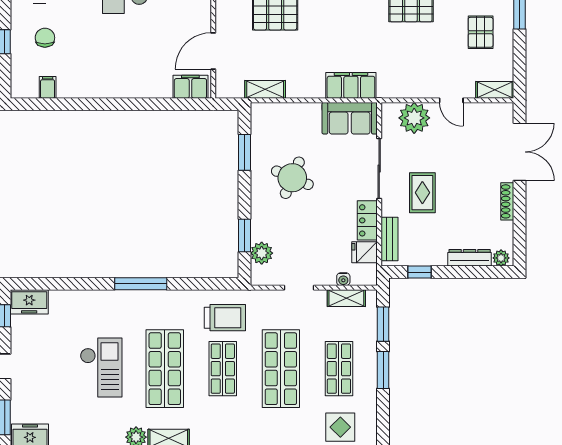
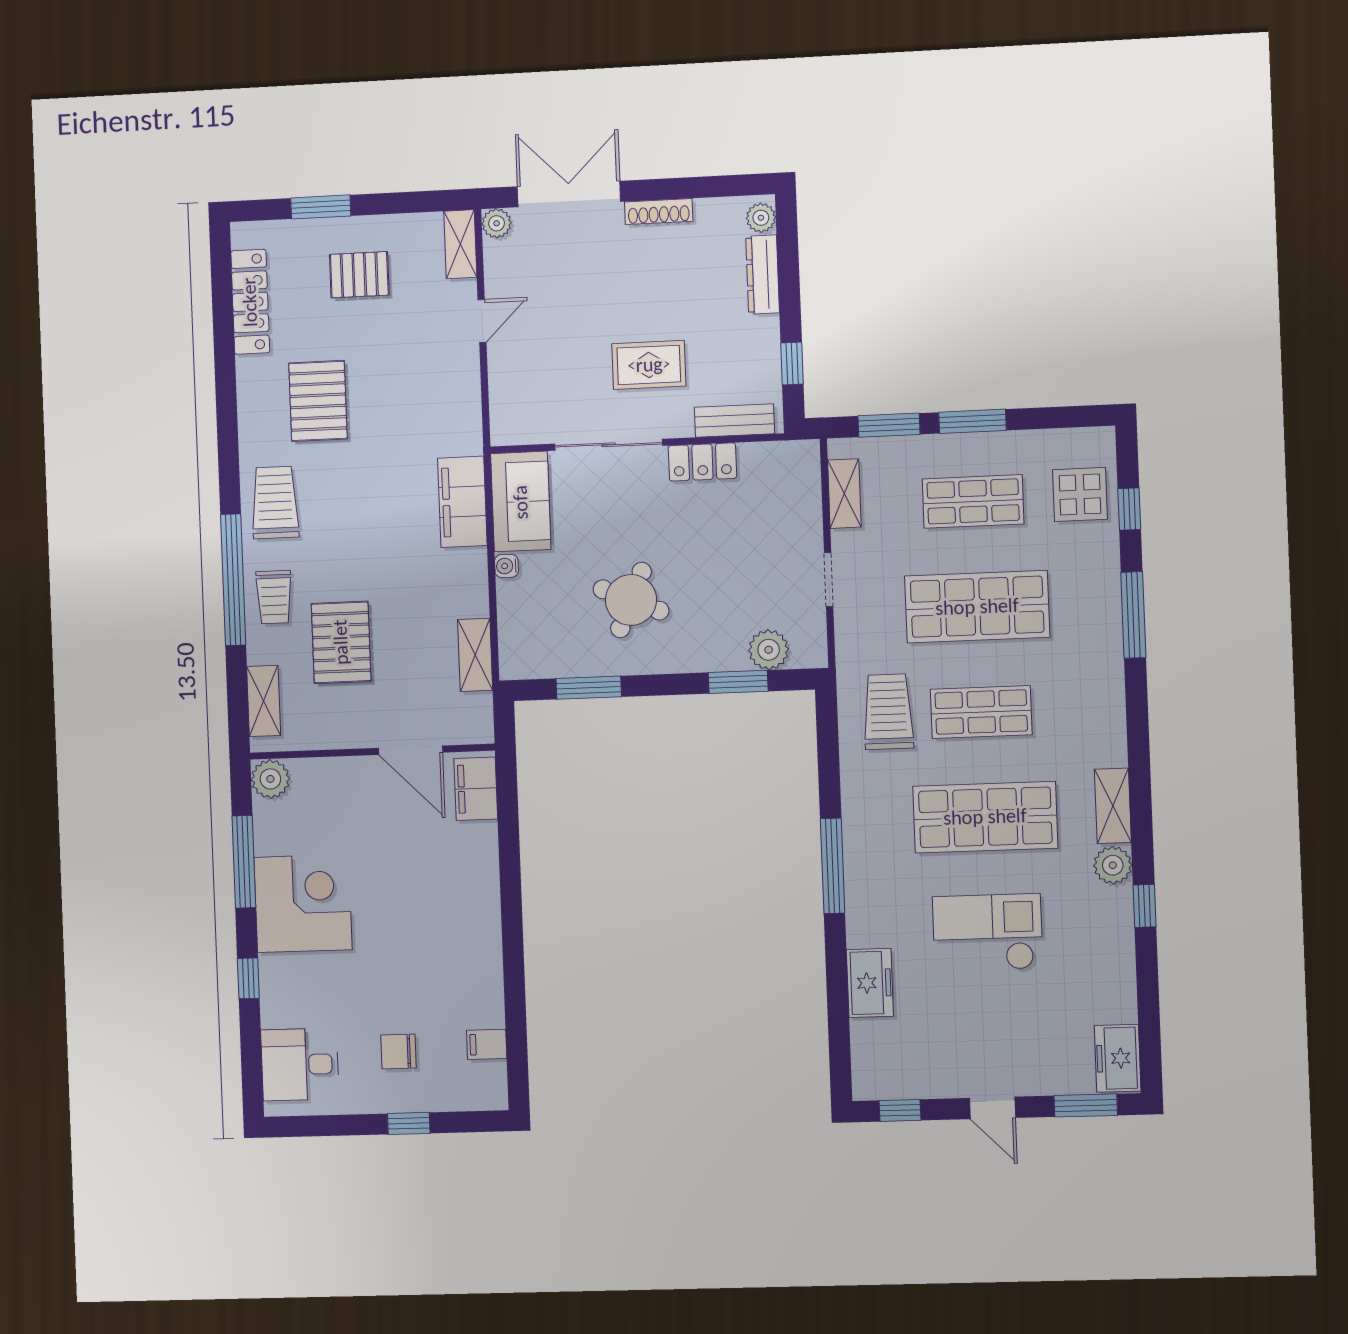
plant: (414, 118) -> (497, 223), moved, width x0.53, depth x0.53
fridge: (365, 252) -> (760, 464), removed
water cooler: (343, 279) -> (506, 566), moved, turned 180
freezer: (29, 302) -> (870, 983), moved

